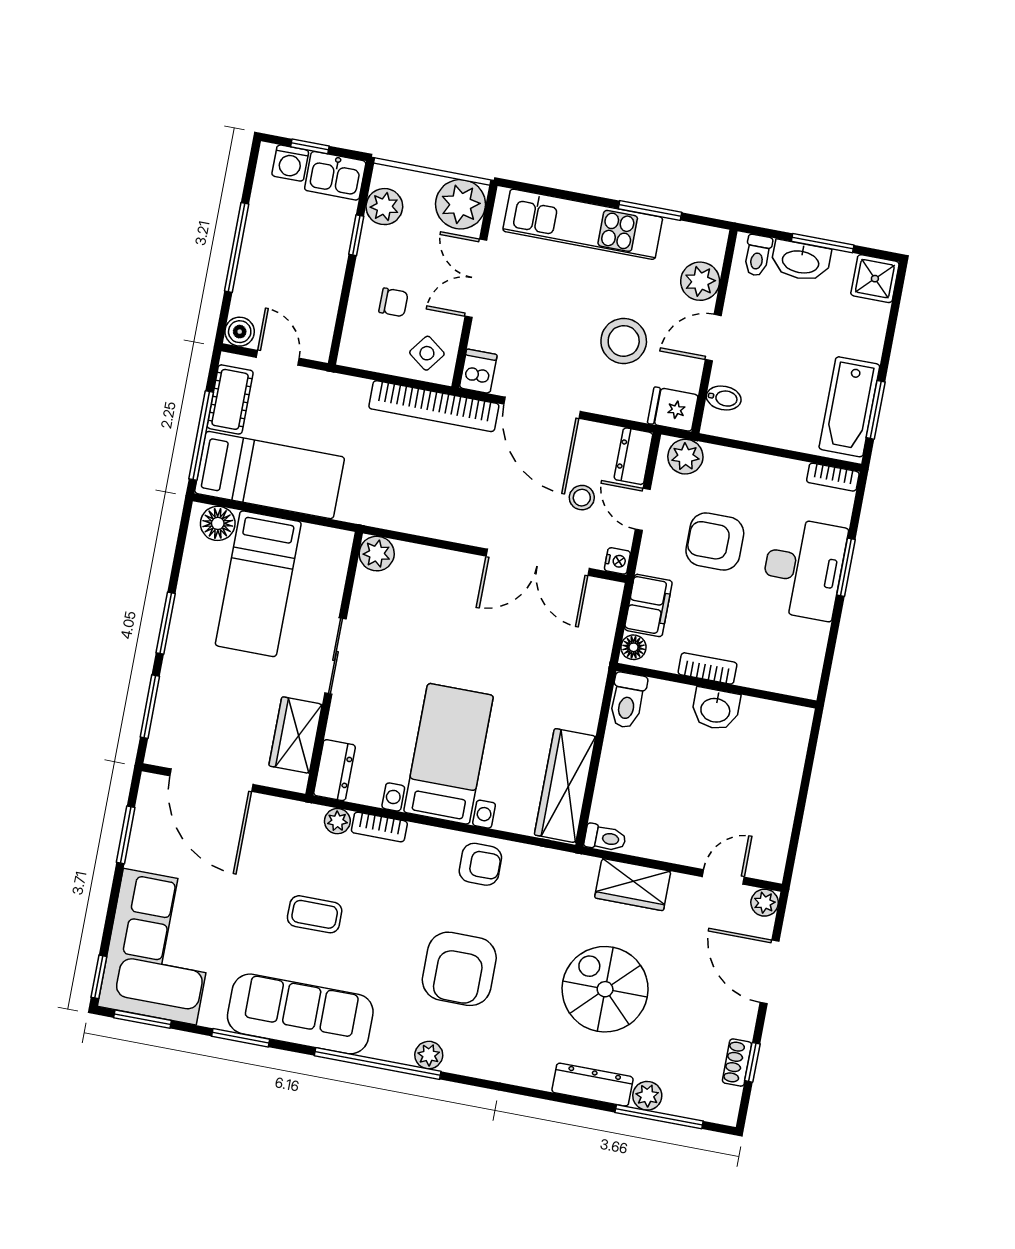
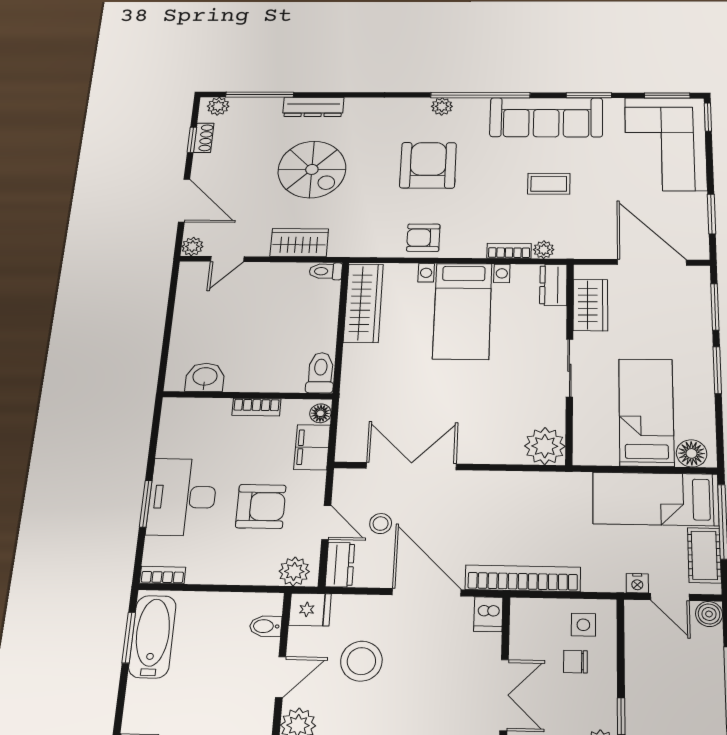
side table: (427, 353) -> (583, 625), moved, turned -37
plant: (377, 554) -> (545, 446), width x1.36, depth x1.36
nightstand: (617, 561) -> (637, 583), moved, turned -90
washbasin: (716, 709) -> (205, 377), moved
plant: (647, 1096) -> (218, 106), moved

